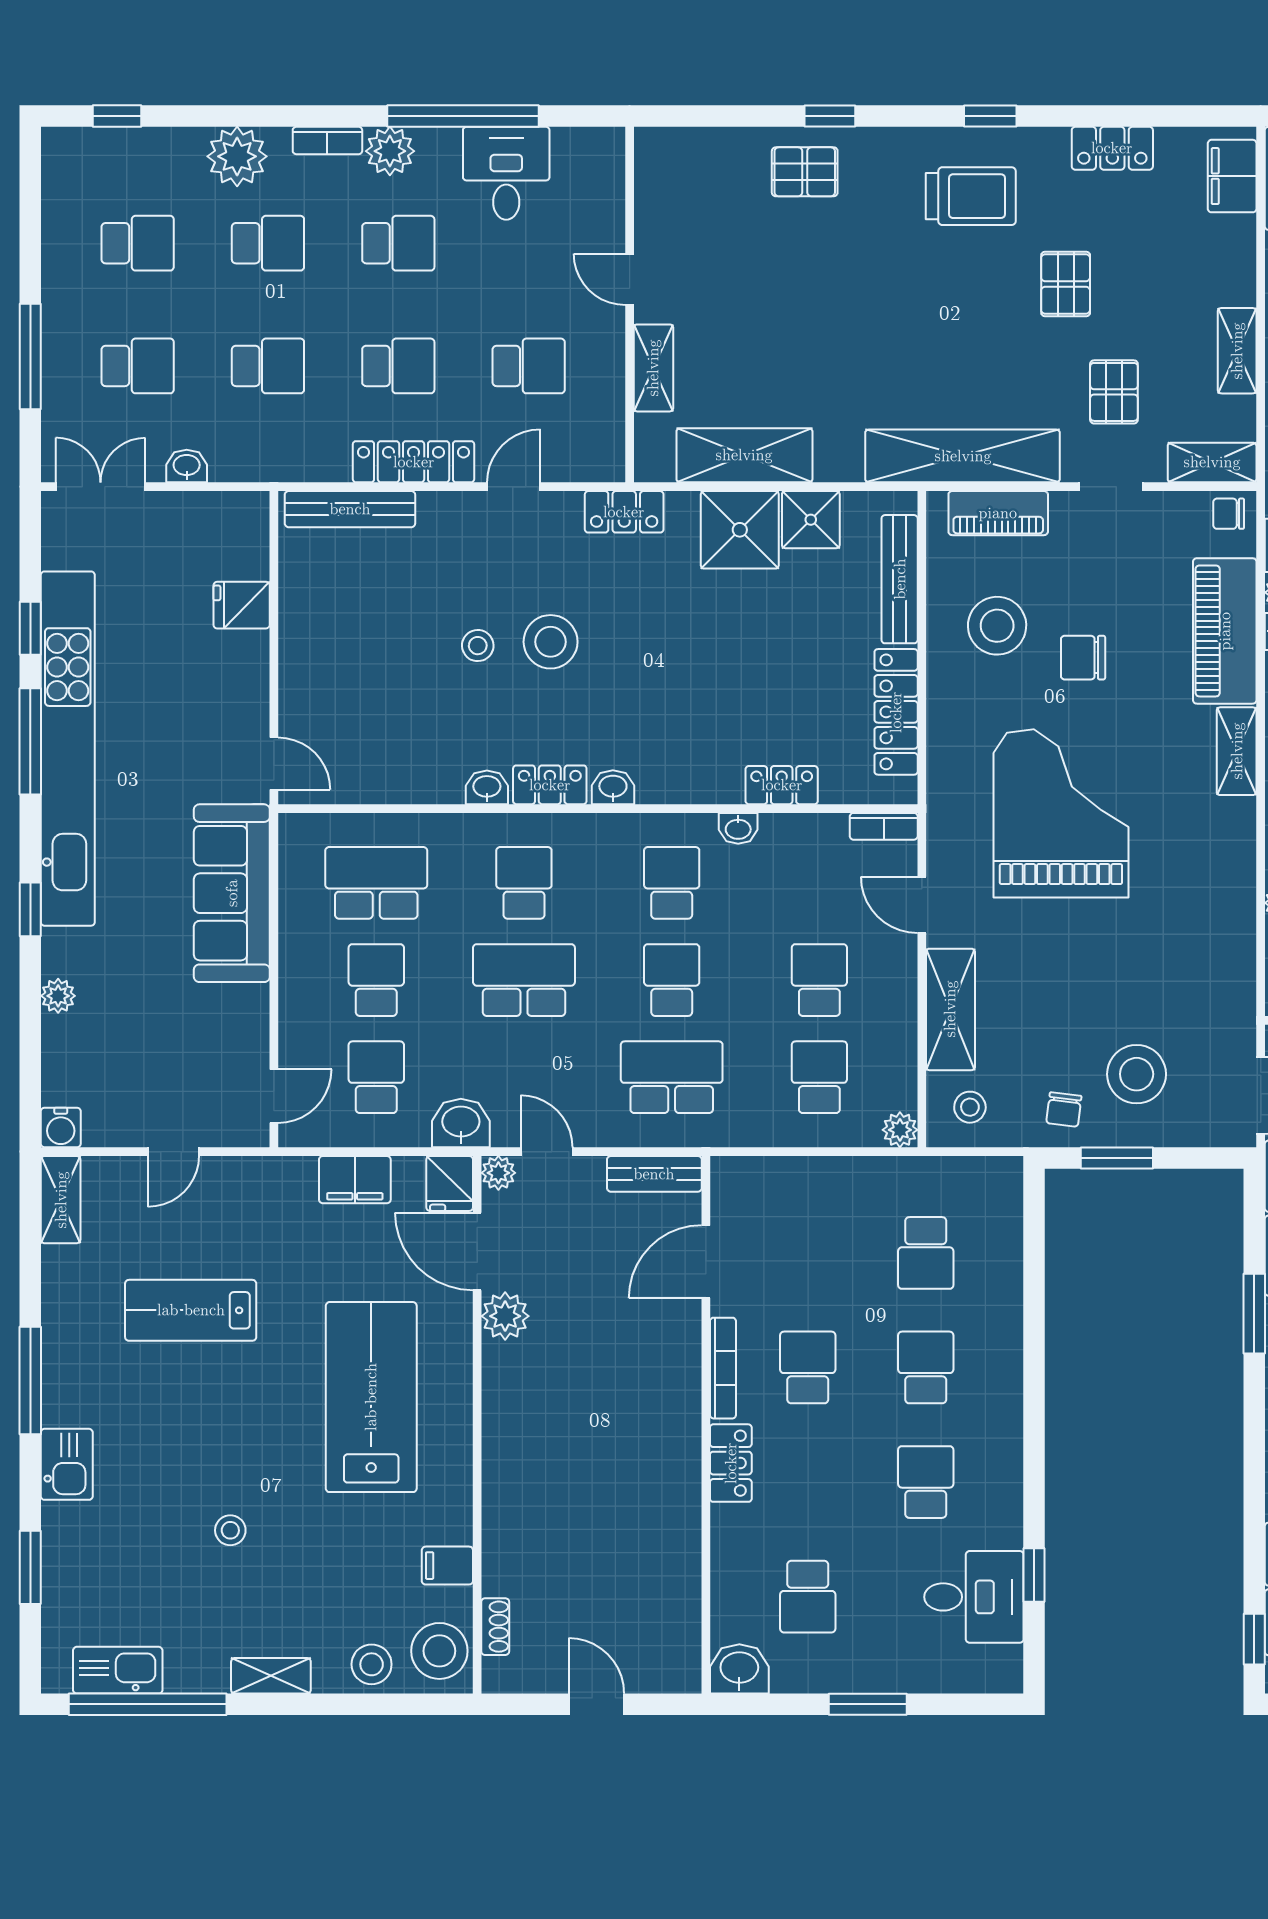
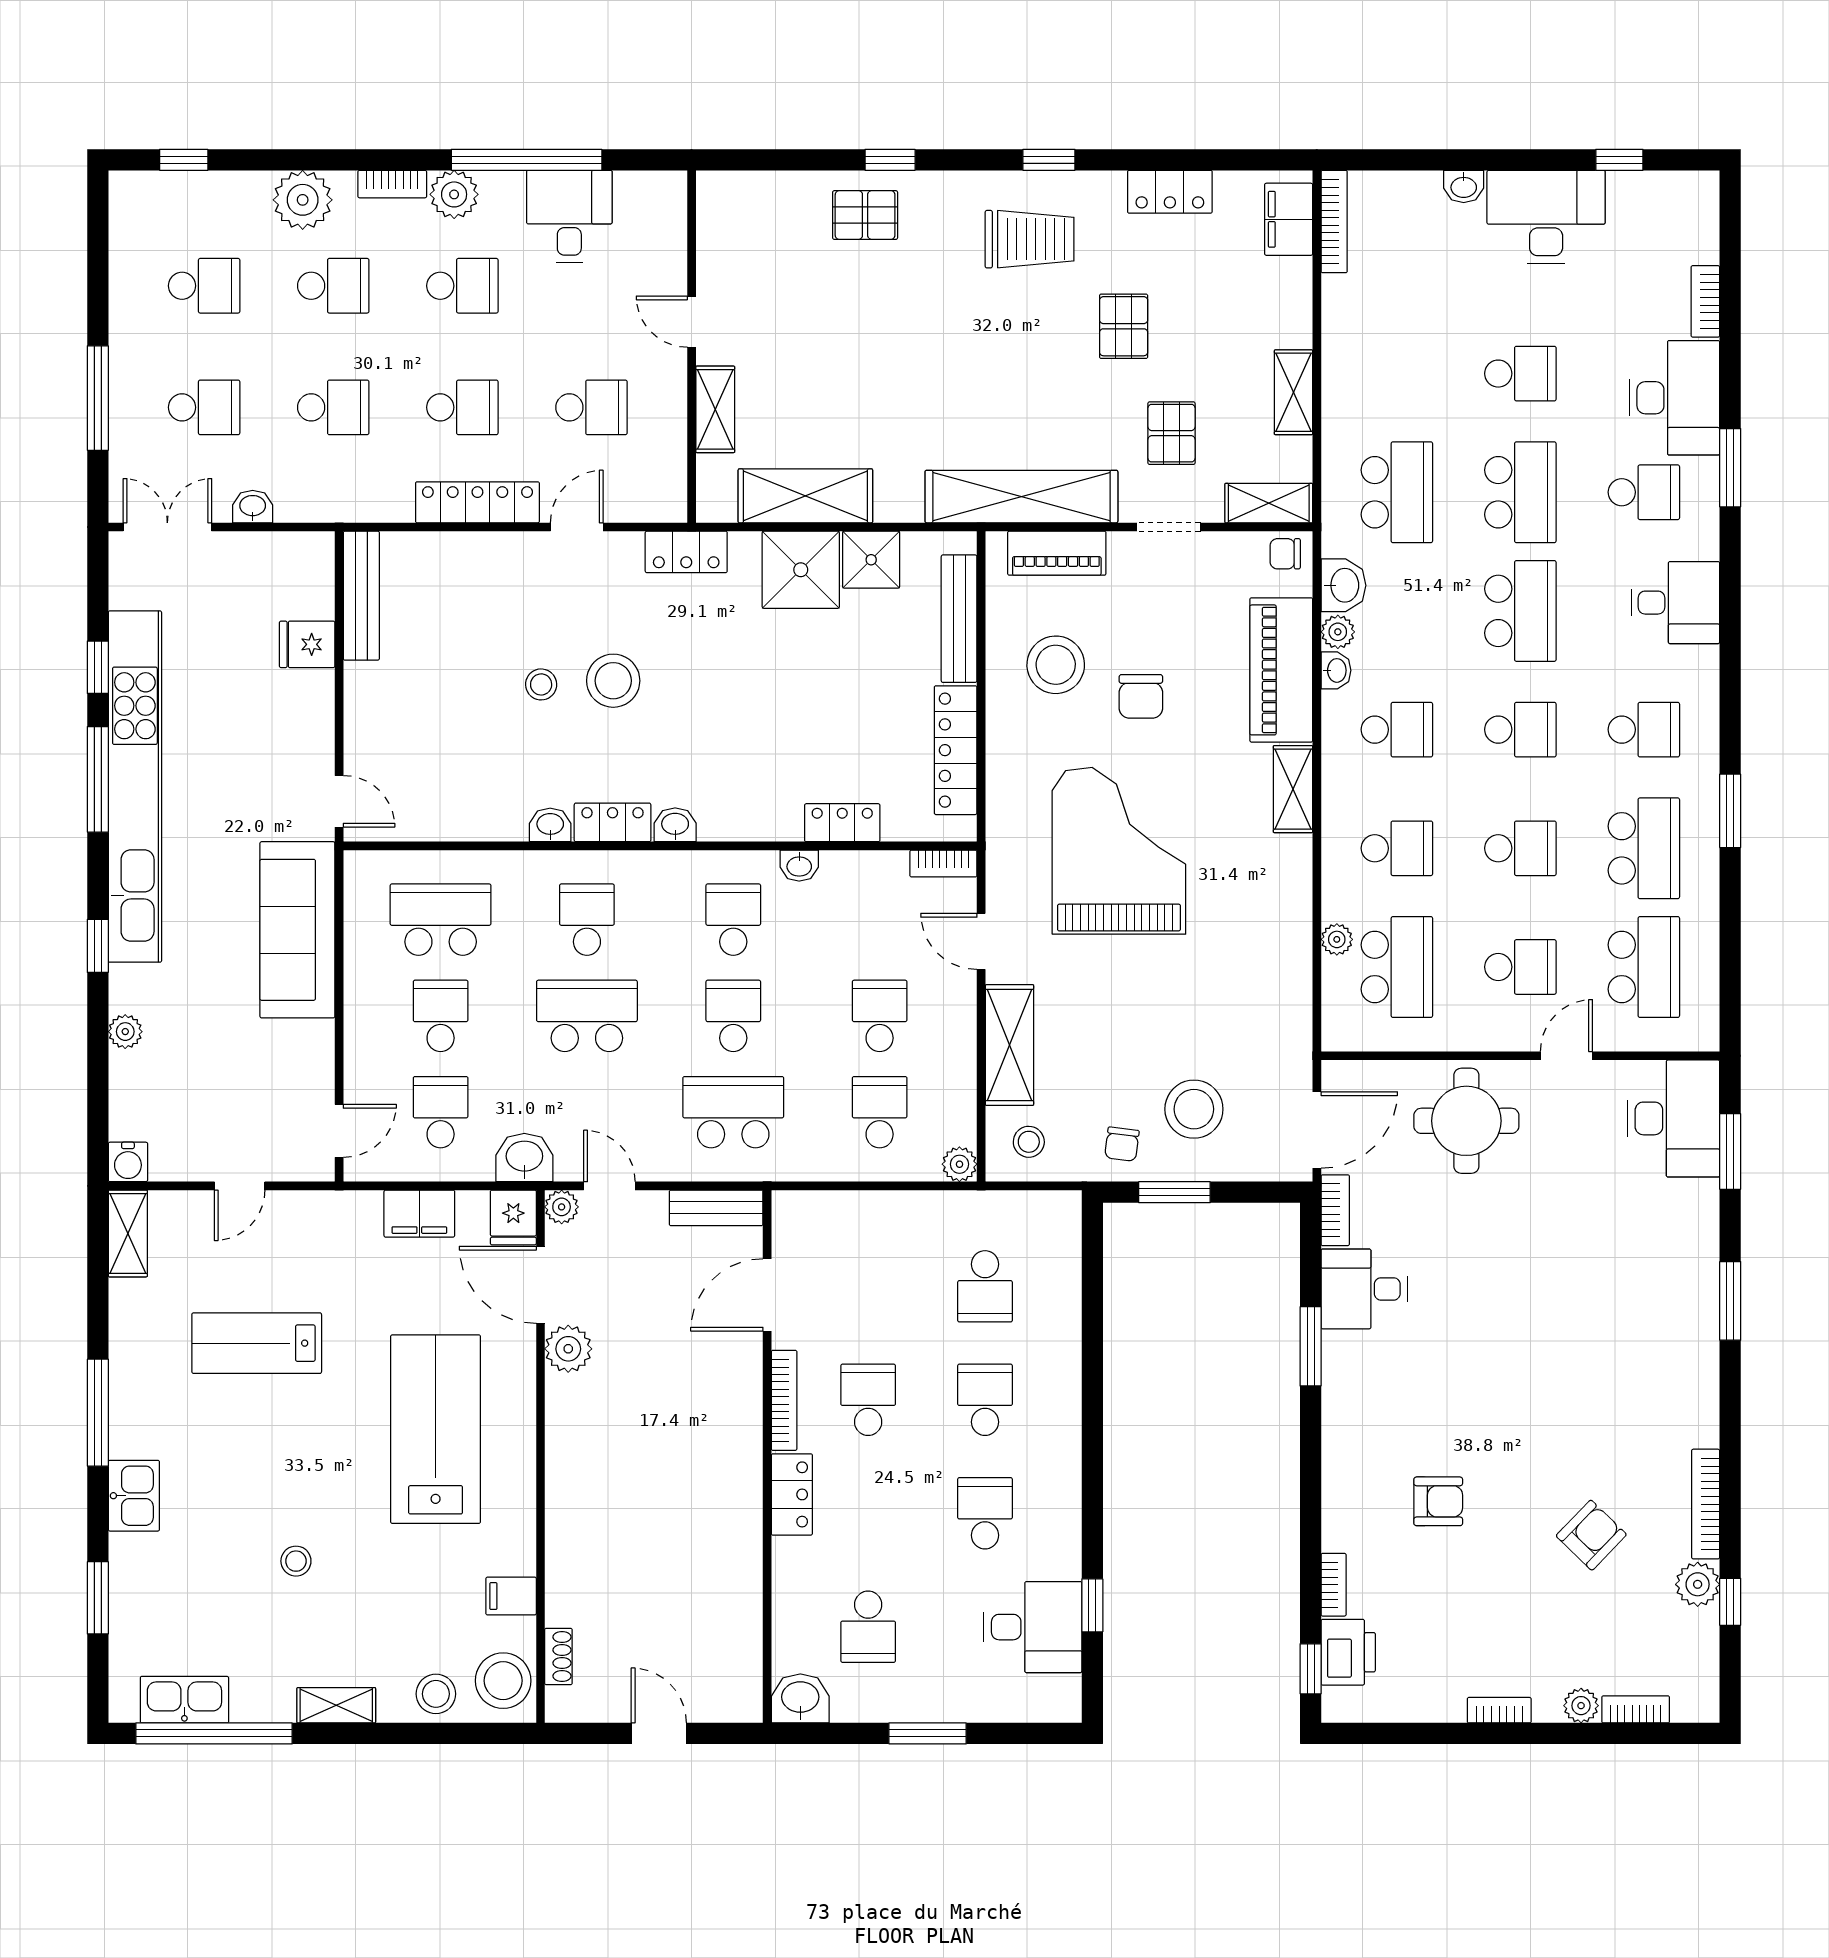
bench: (350, 509) -> (361, 596), moved, turned 90
chair: (1083, 658) -> (1141, 696), turned -90

